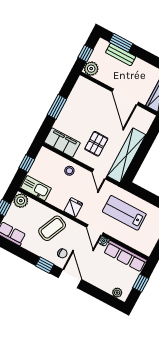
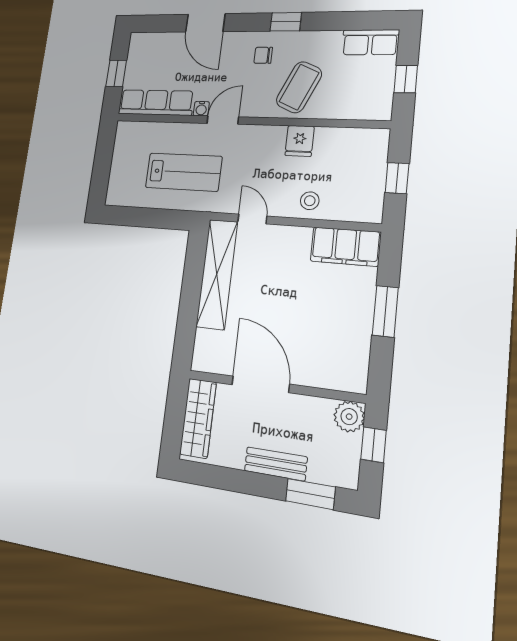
bench: (121, 55) -> (276, 464), moved
pallet: (96, 144) -> (280, 272), removed
kitchen sink: (36, 188) -> (359, 142), removed
plant: (21, 201) -> (378, 107), removed
fridge: (73, 207) -> (300, 141), moved
door: (95, 230) -> (223, 120), hinge flipped
door: (70, 279) -> (205, 23), moved
plant: (117, 293) -> (148, 40), removed

